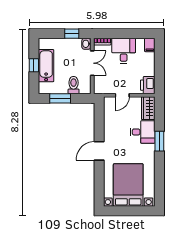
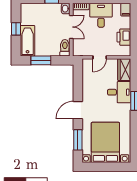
bathtub: (46, 66) -> (28, 41), moved
toilet: (74, 85) -> (65, 48), moved
printer: (148, 85) -> (124, 37), moved
window: (99, 182) -> (78, 140), added

